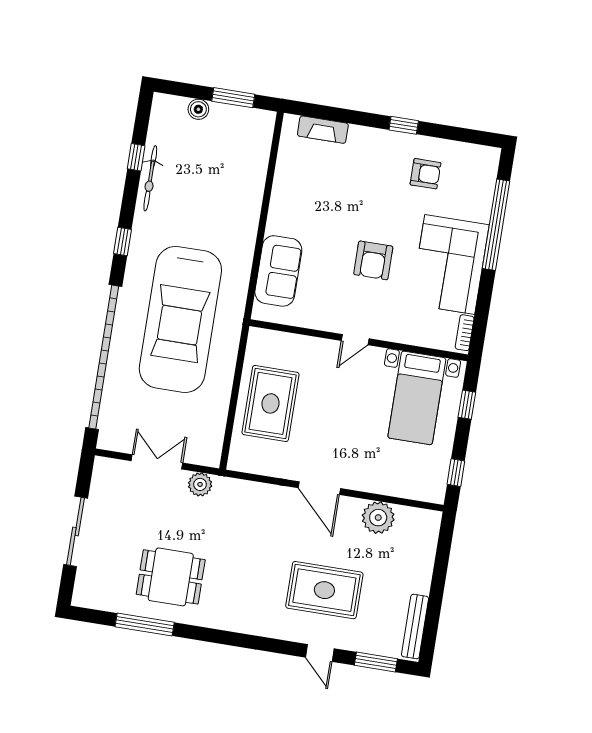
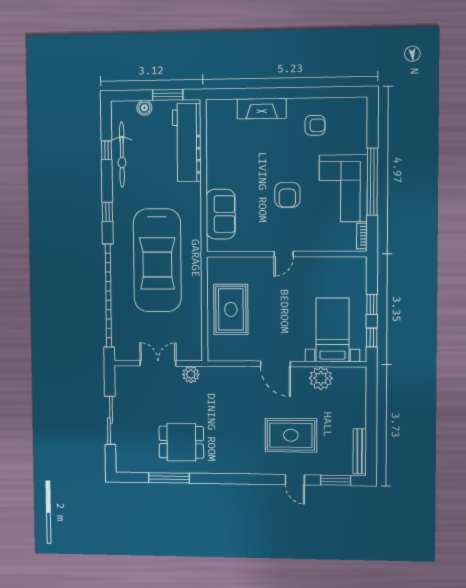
window: (404, 125) -> (293, 93), removed
fireplace: (323, 130) -> (262, 109), moved, width x1.37, depth x1.32
workbench: (249, 166) -> (187, 143), added
bicycle: (150, 178) -> (122, 155), width x1.37, depth x1.40
window: (496, 225) -> (372, 182), moved
bed with nightstands: (417, 398) -> (332, 330), moved, turned 180
window: (467, 405) -> (372, 304), moved

